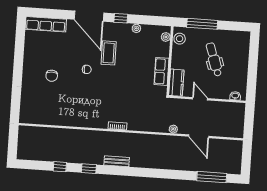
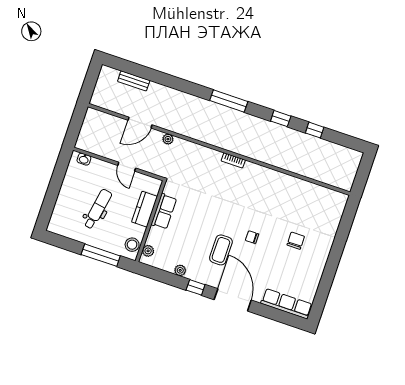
dental chair: (214, 59) -> (98, 209), turned -151
kitchen counter: (176, 83) -> (144, 209), moved
door: (199, 136) -> (140, 123), swing flipped
bench: (117, 161) -> (134, 81), moved
window: (212, 177) -> (229, 101), moved

